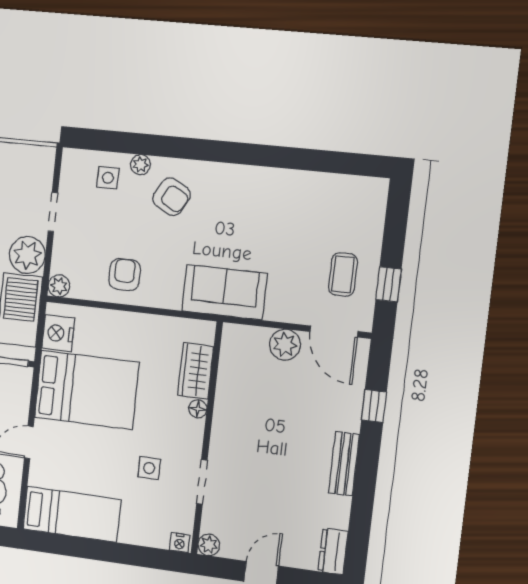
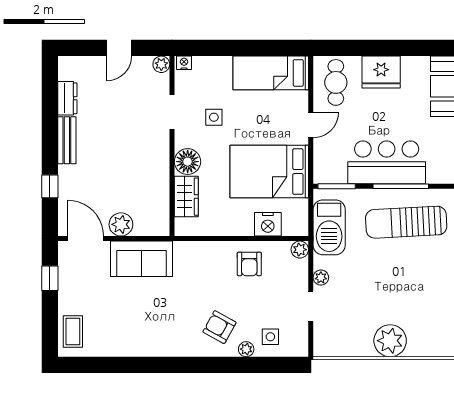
plant: (27, 255) -> (321, 278), width x0.53, depth x0.53
coffee table: (343, 274) -> (73, 332), moved
sofa: (224, 292) -> (141, 259), moved
nightstand: (58, 333) -> (268, 224), moved, turned 90
floor lamp: (198, 409) -> (188, 162), width x1.89, depth x1.89
dresser: (333, 551) -> (67, 98), moved

